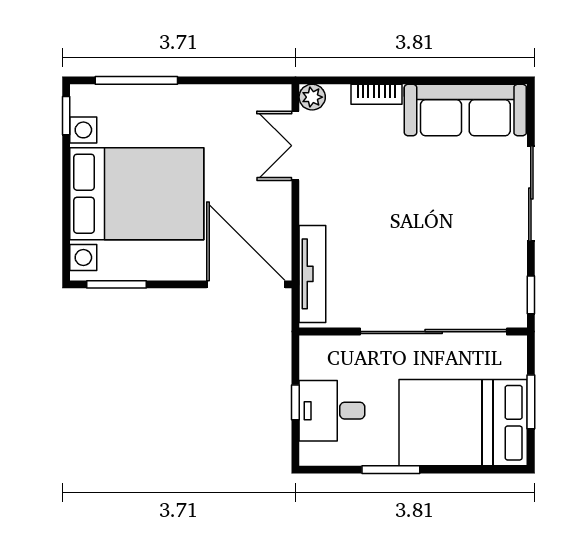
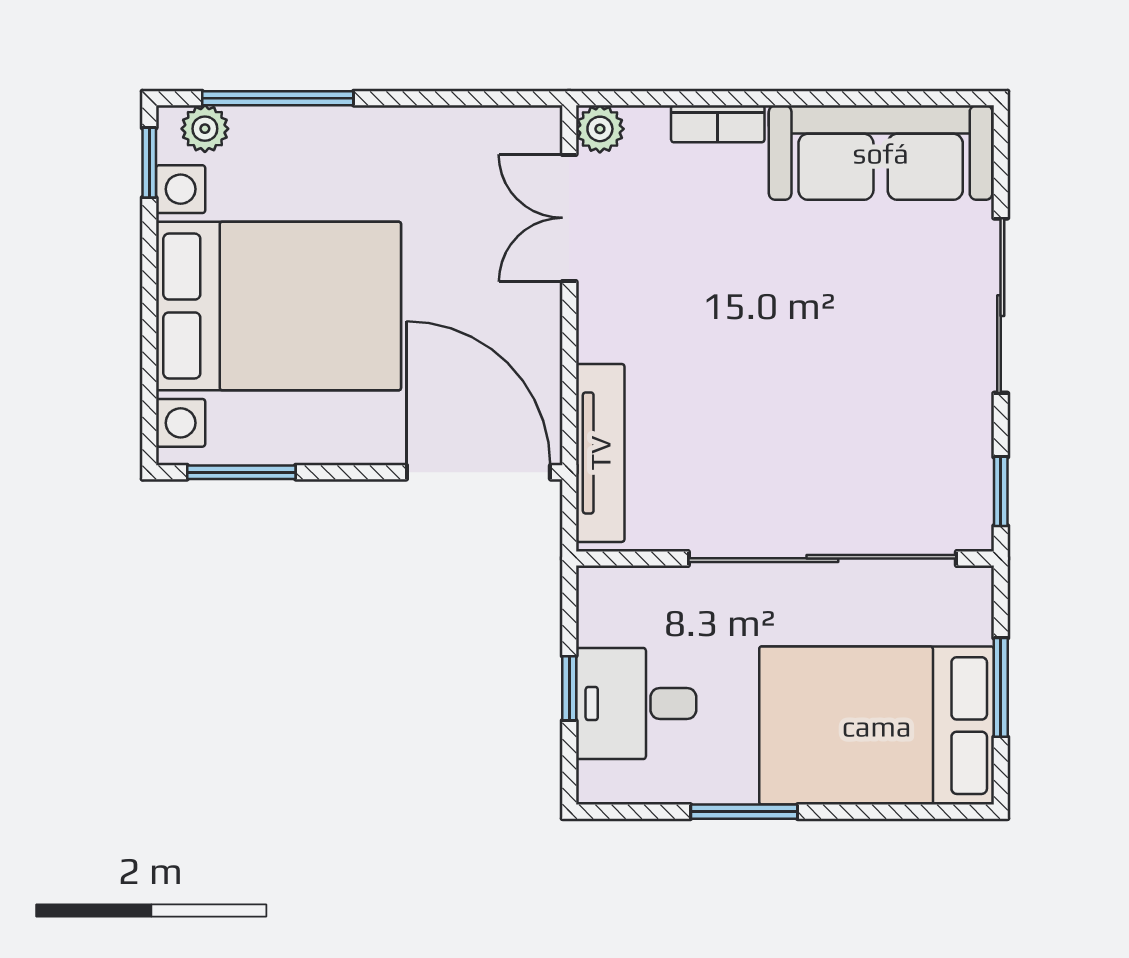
plant: (97, 97) -> (205, 129), added

